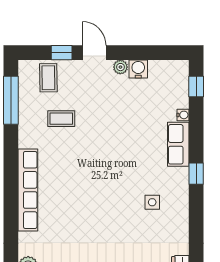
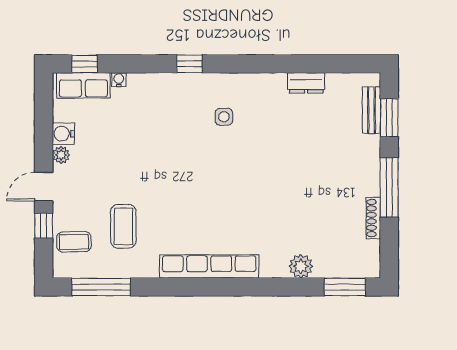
coffee table: (61, 119) -> (123, 226), width x1.36, depth x1.30
row of seats: (178, 144) -> (83, 85), moved

